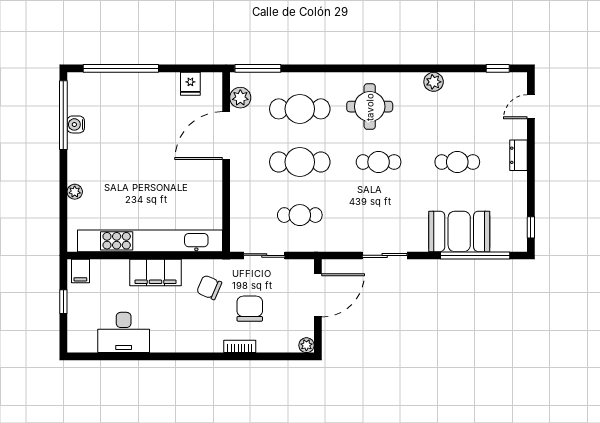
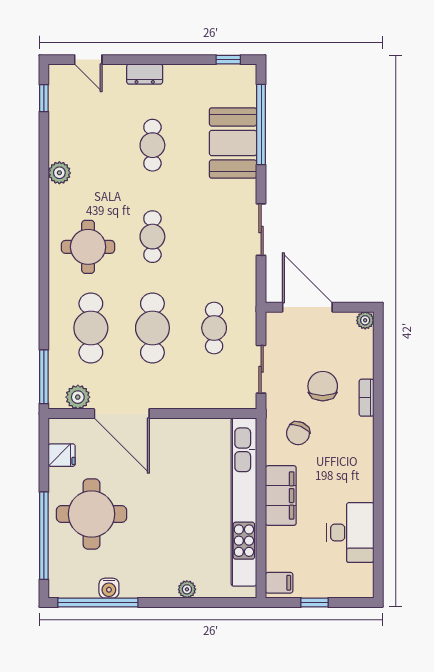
round table: (140, 109) -> (91, 514), added
chair: (250, 309) -> (323, 386), turned 90

